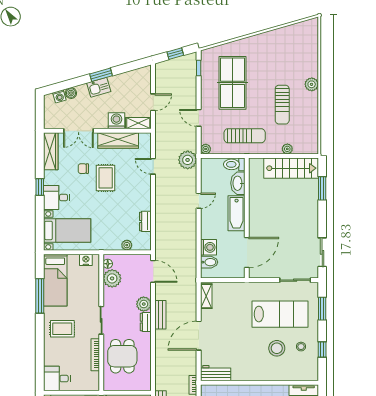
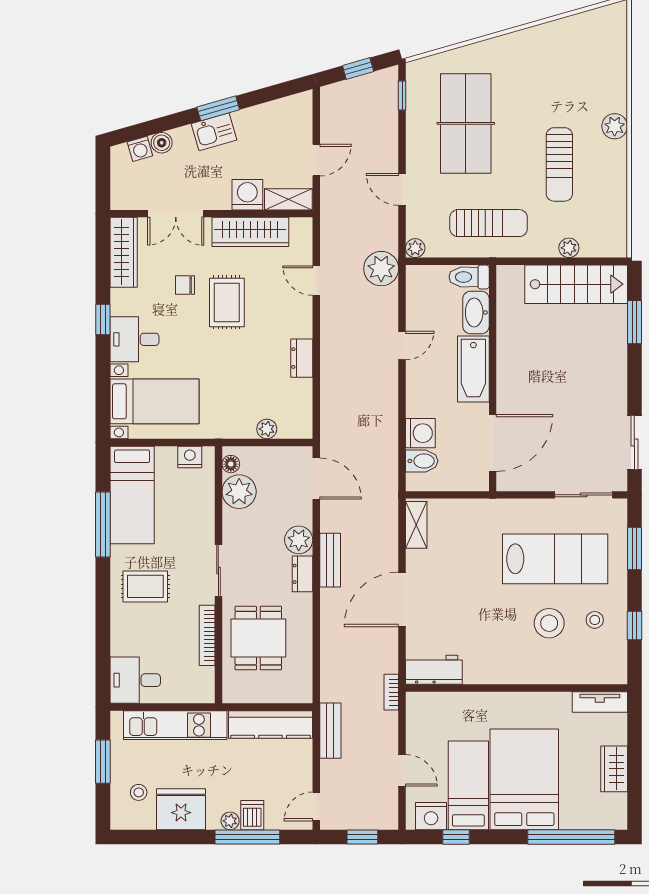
dresser: (145, 221) -> (302, 358), moved

